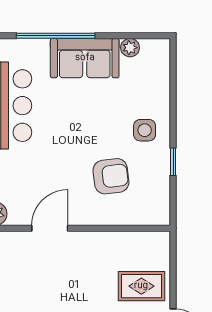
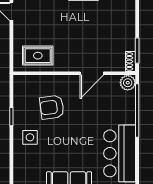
rug: (141, 286) -> (38, 56), moved

